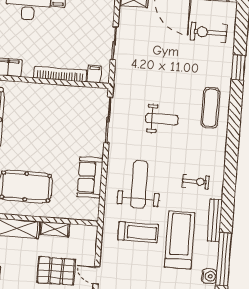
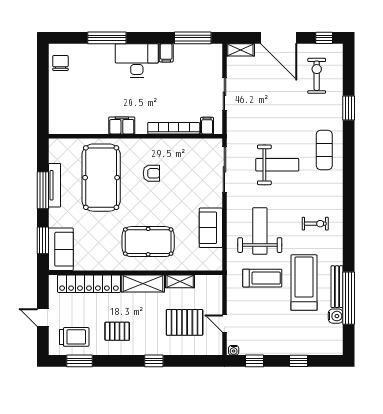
exercise bike: (209, 32) -> (317, 76), turned 90
armchair: (34, 118) -> (151, 173), added
weight bench: (162, 119) -> (277, 165), width x1.36, depth x1.33
bench: (215, 220) -> (337, 287), moved

